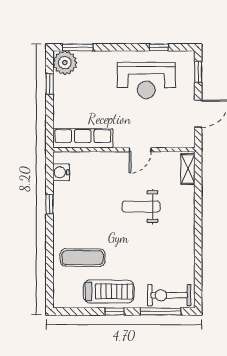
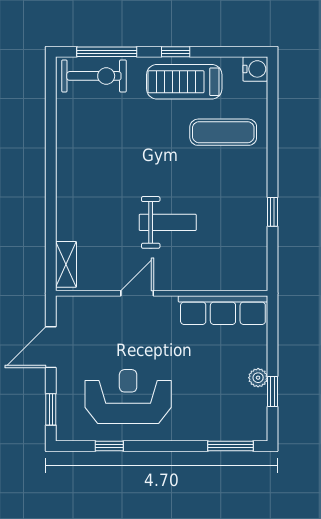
plant: (65, 63) -> (258, 378), moved, width x0.53, depth x0.53
water cooler: (61, 172) -> (255, 69), moved
weight bench: (141, 207) -> (168, 222), moved

